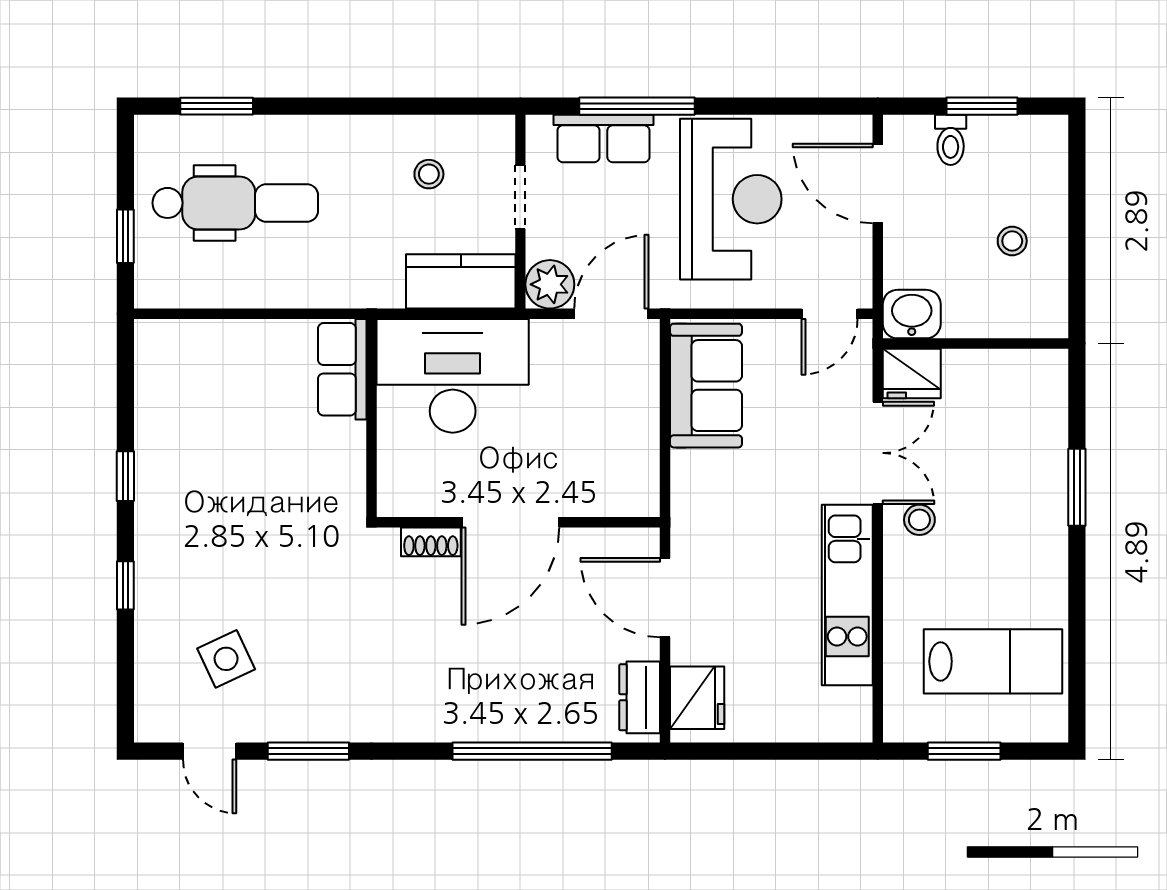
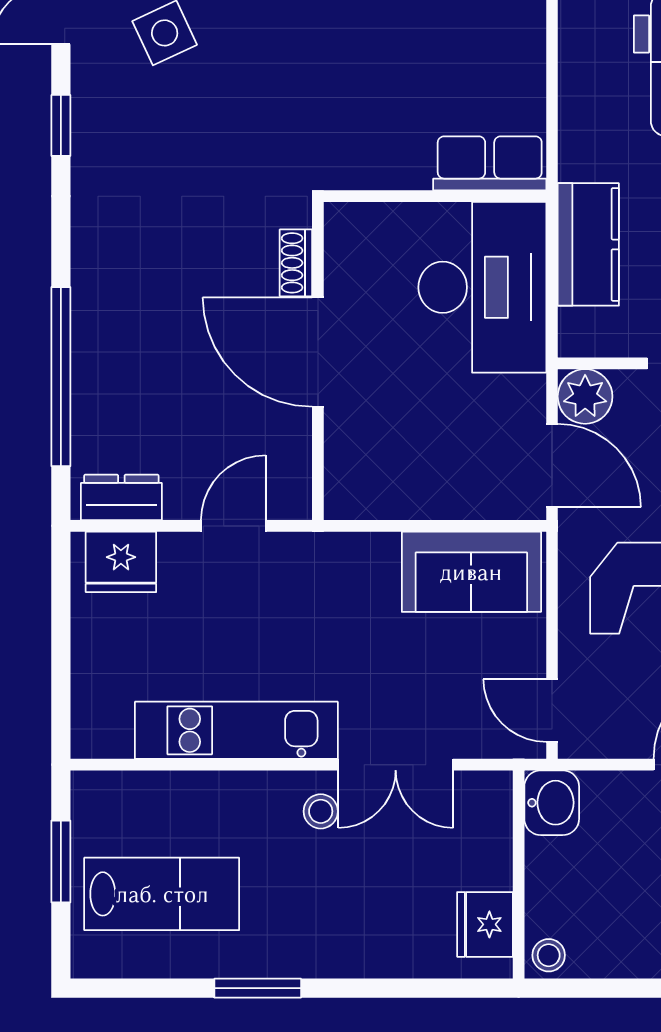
stool: (1012, 241) -> (549, 955), moved
kitchen counter: (461, 281) -> (588, 244), moved
fridge: (912, 373) -> (485, 924), moved
window: (1077, 487) -> (258, 988), moved
door: (665, 598) -> (233, 526), width x0.73
lab bench: (993, 661) -> (162, 894), turned -90
window: (308, 751) -> (61, 125), width x0.67

